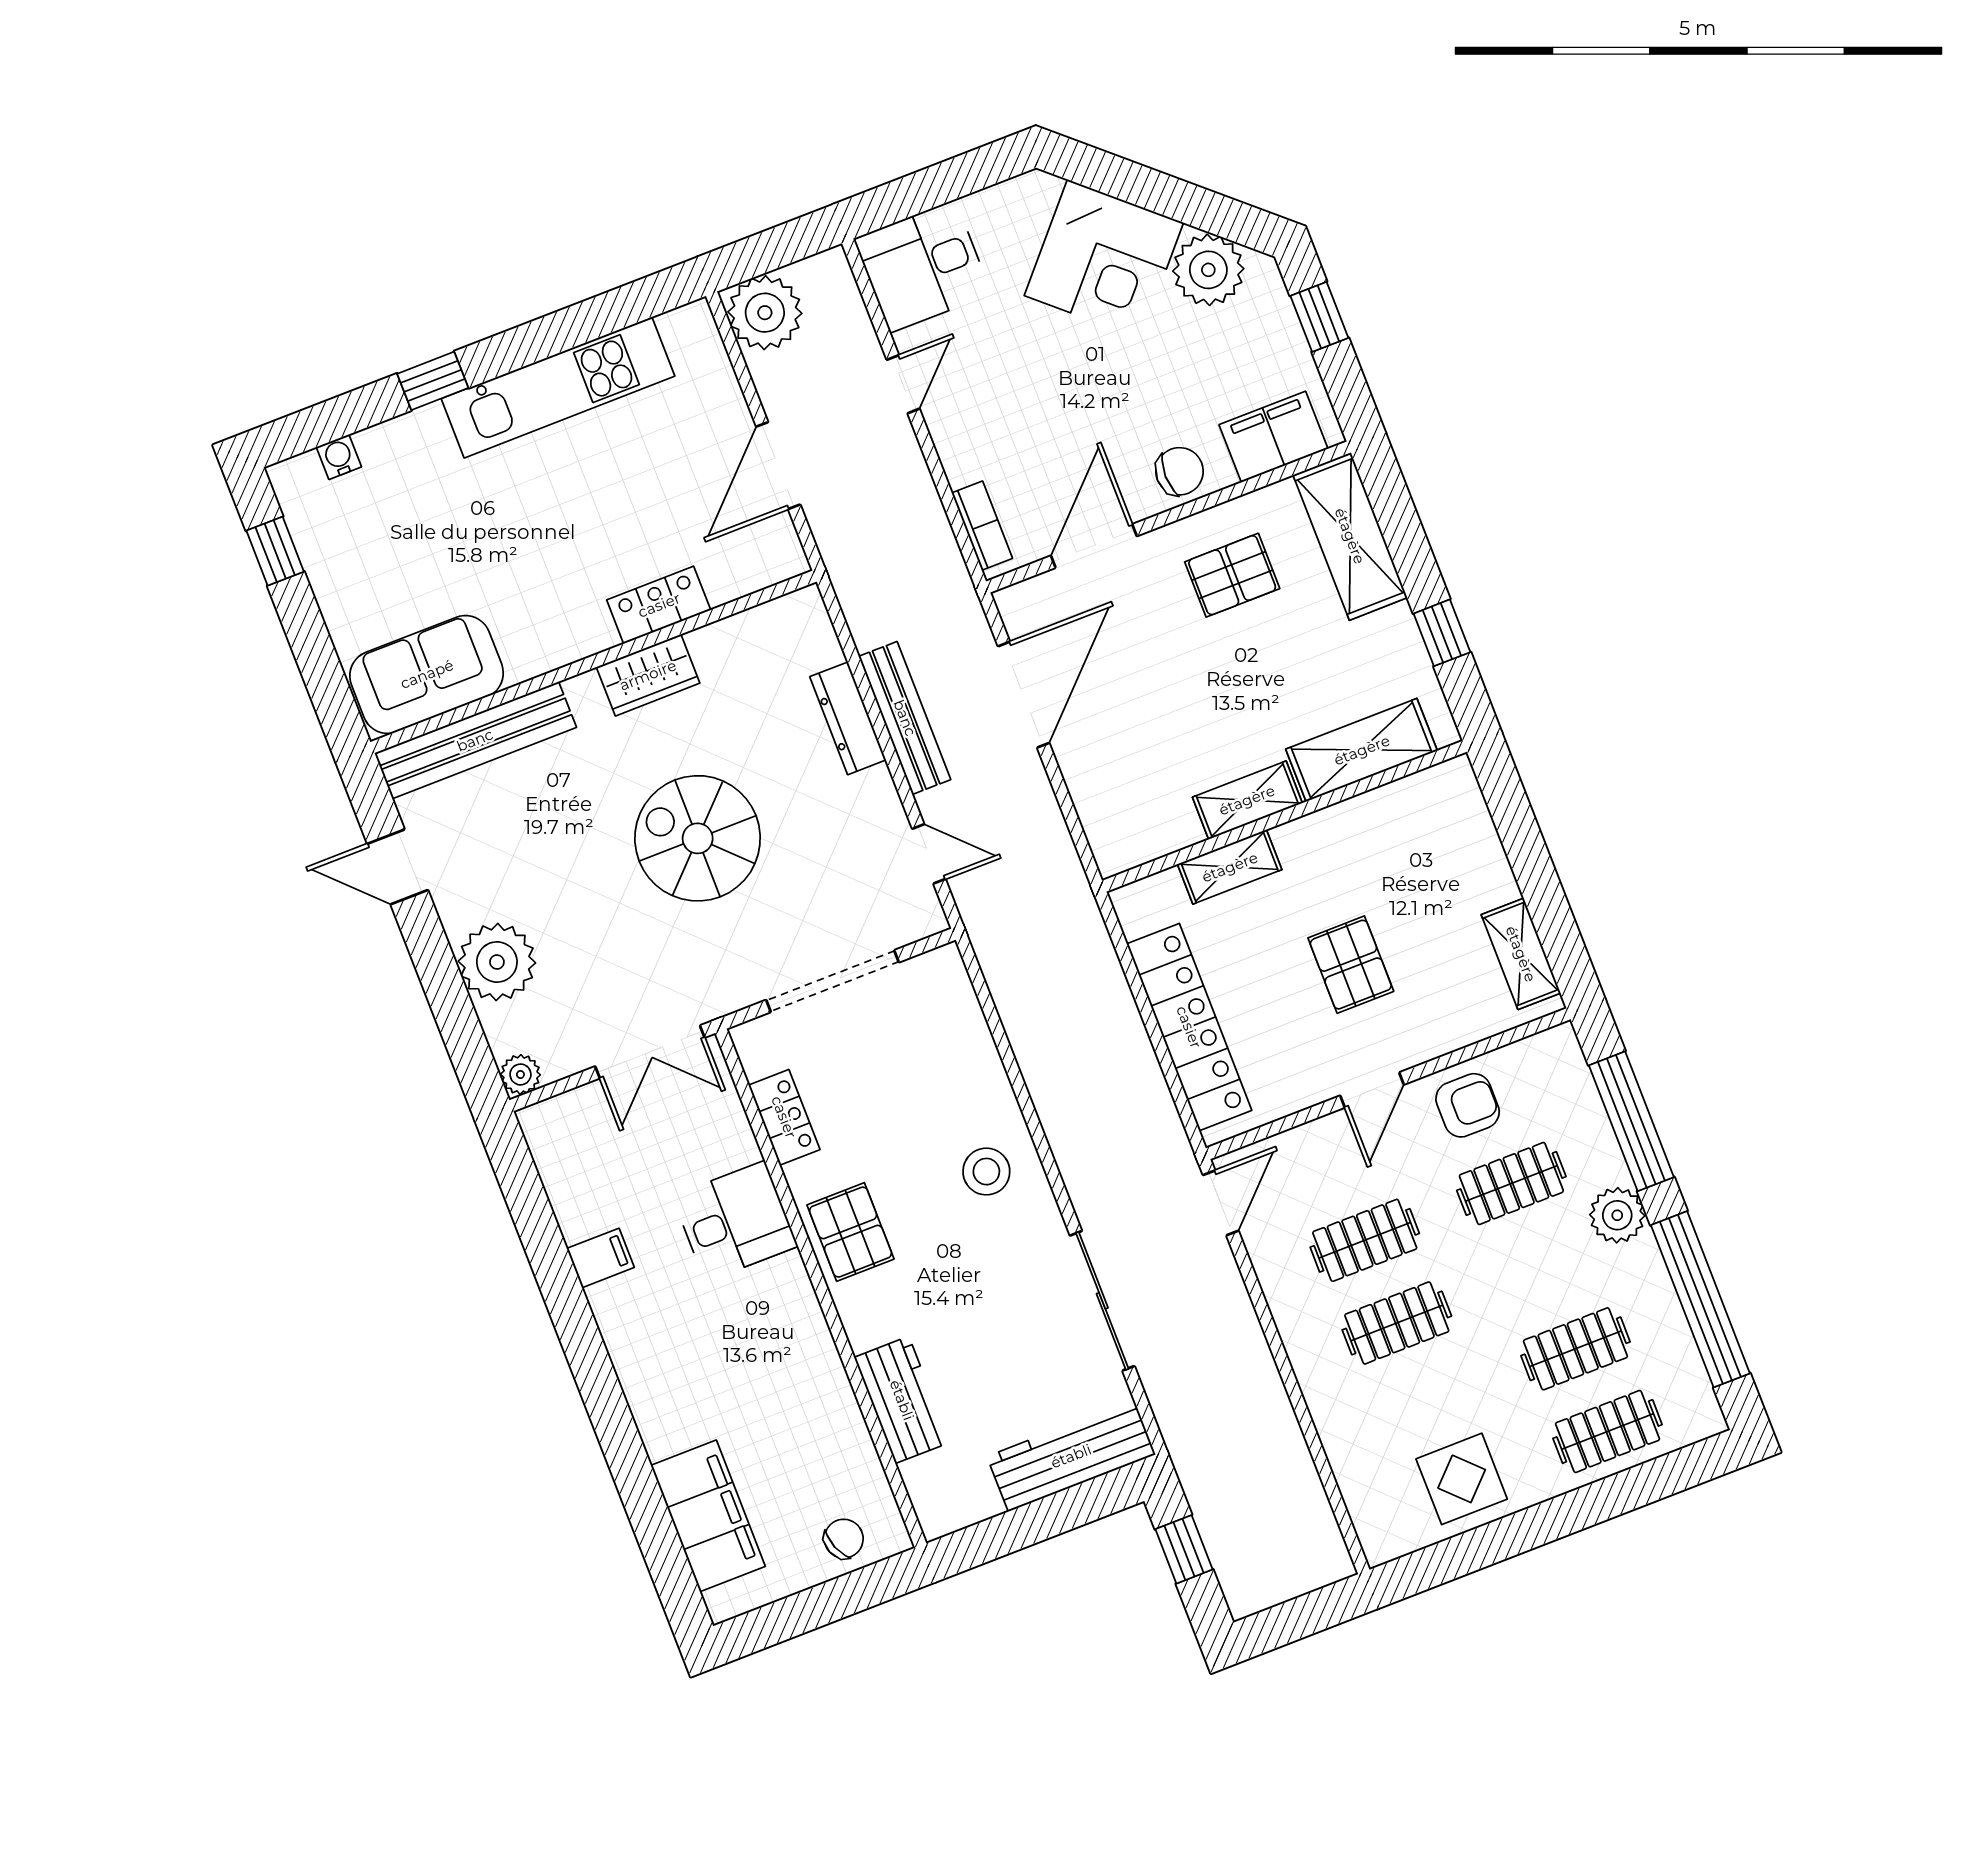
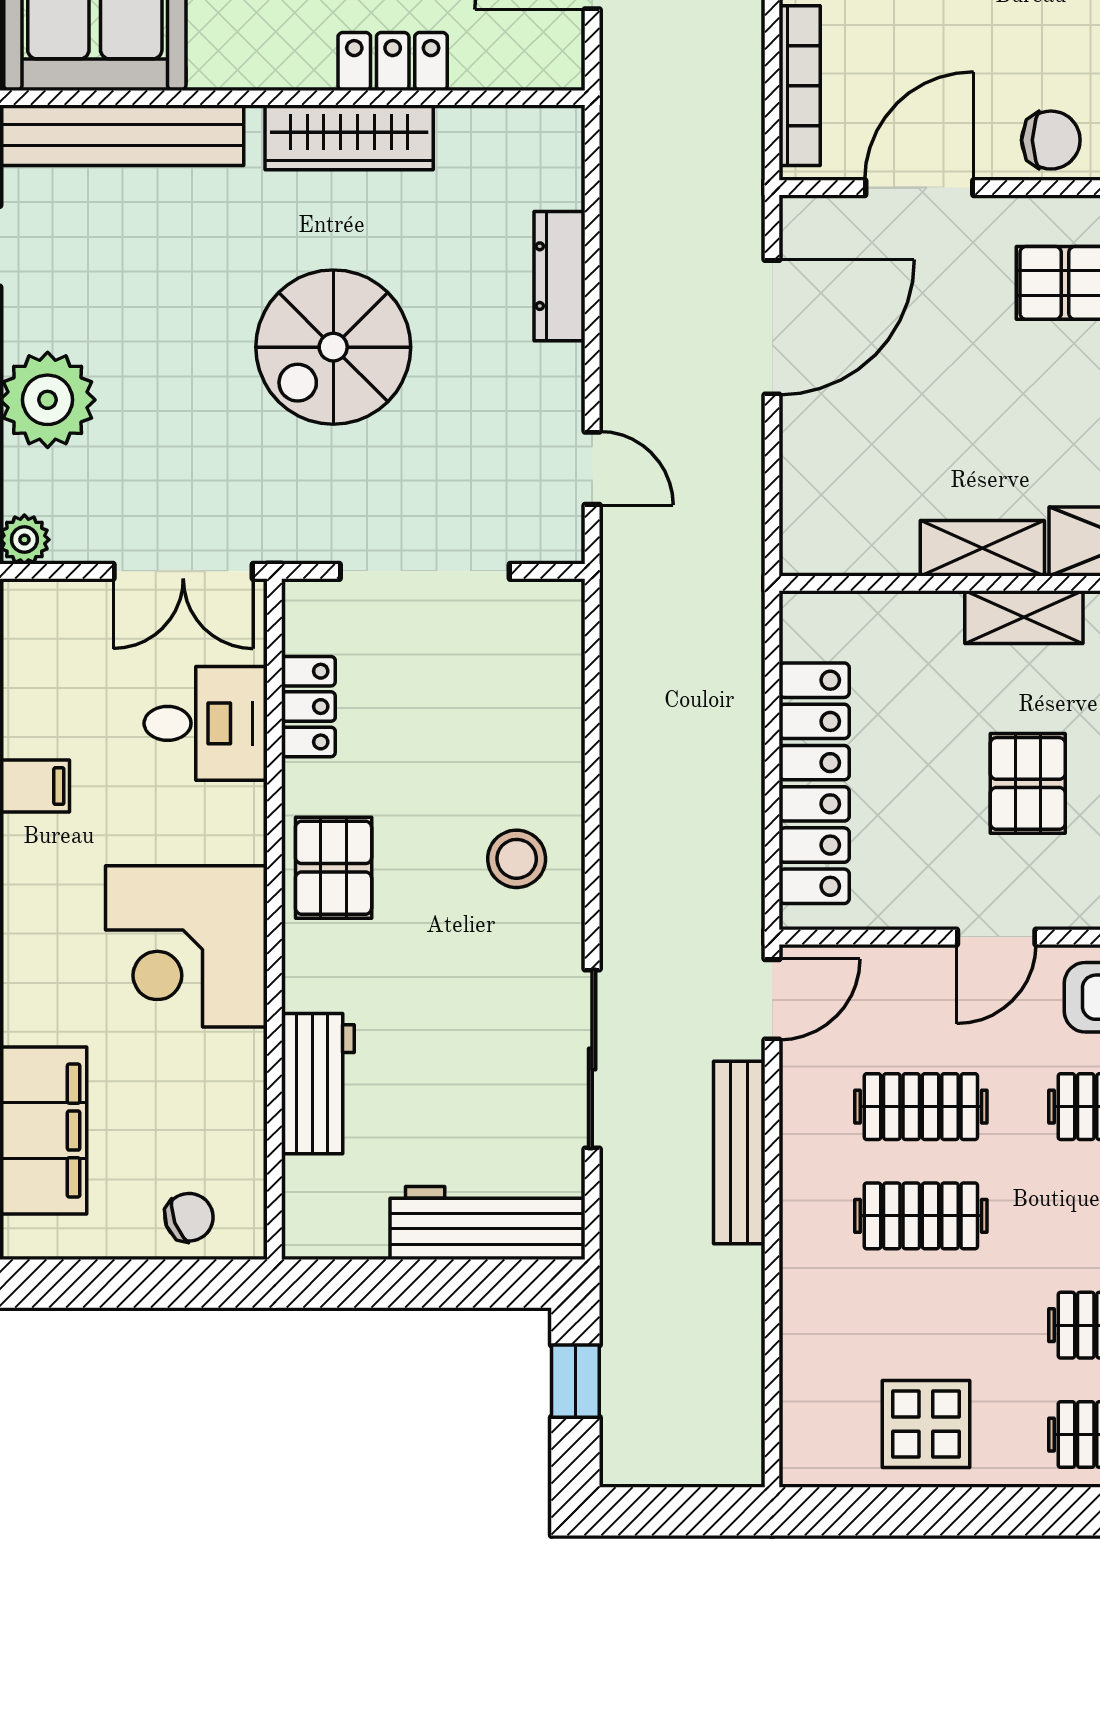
bookcase: (982, 526) -> (800, 86), width x1.56
wardrobe: (648, 675) -> (349, 137), width x1.50
bench: (905, 718) -> (739, 1152), moved
spiral stairs: (698, 838) -> (333, 347), turned -90
shelving: (1230, 867) -> (1024, 617), moved
desk: (735, 1221) -> (206, 723), moved
corner desk: (762, 1335) -> (186, 946), added

